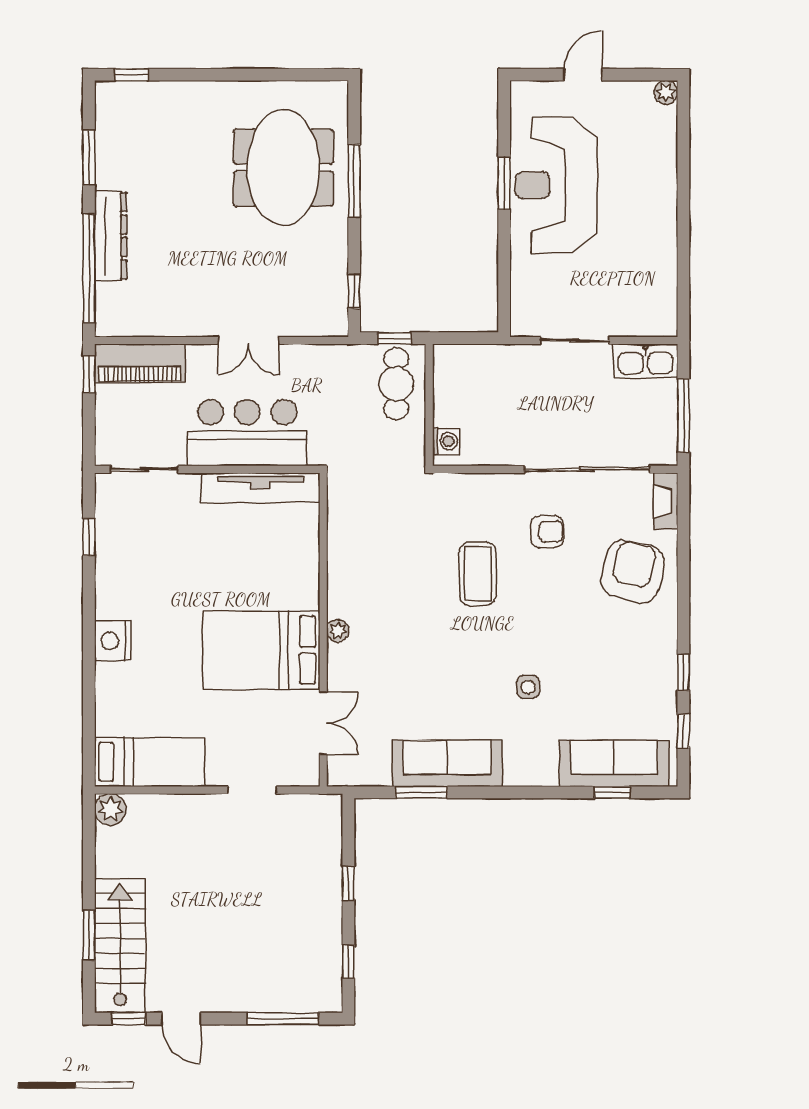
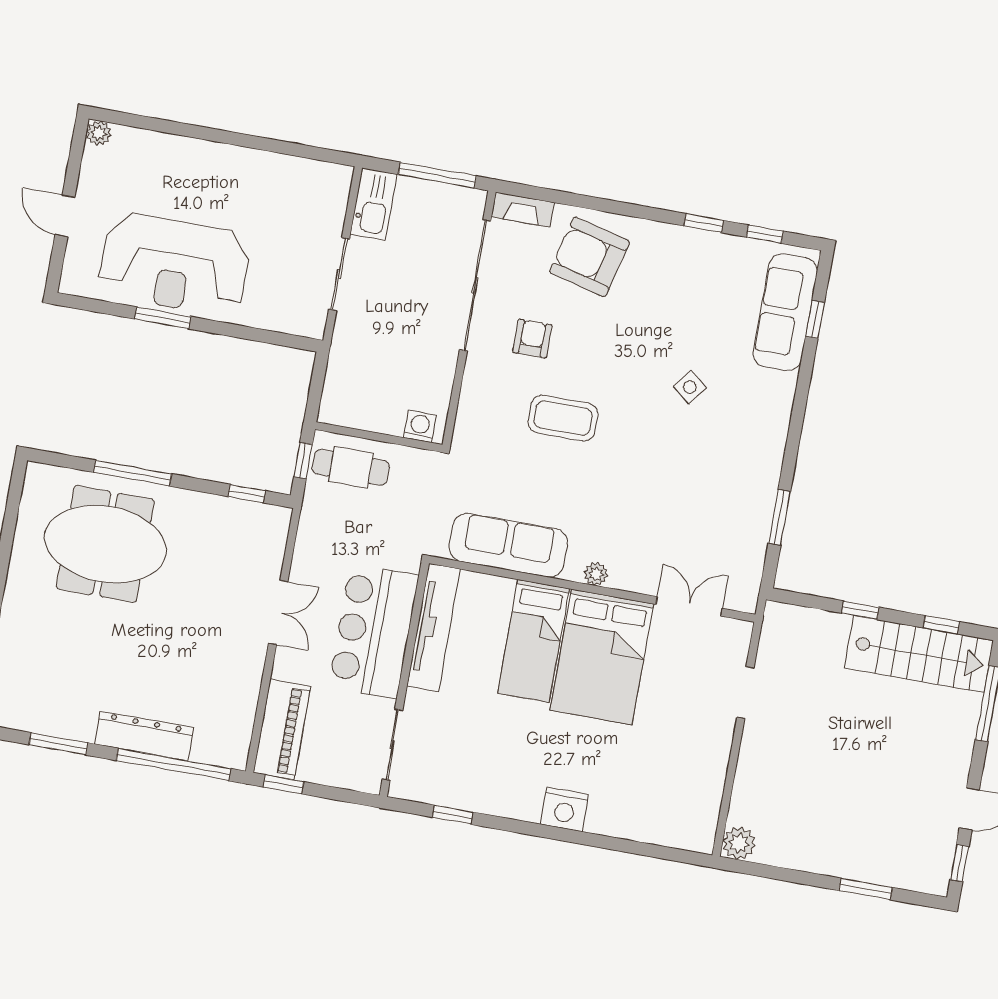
side table: (528, 687) -> (690, 387), turned 38
bed: (150, 762) -> (534, 641), moved, turned 180
sofa: (447, 763) -> (508, 545), moved, turned 90
stairs: (120, 946) -> (919, 654), moved, turned 180

